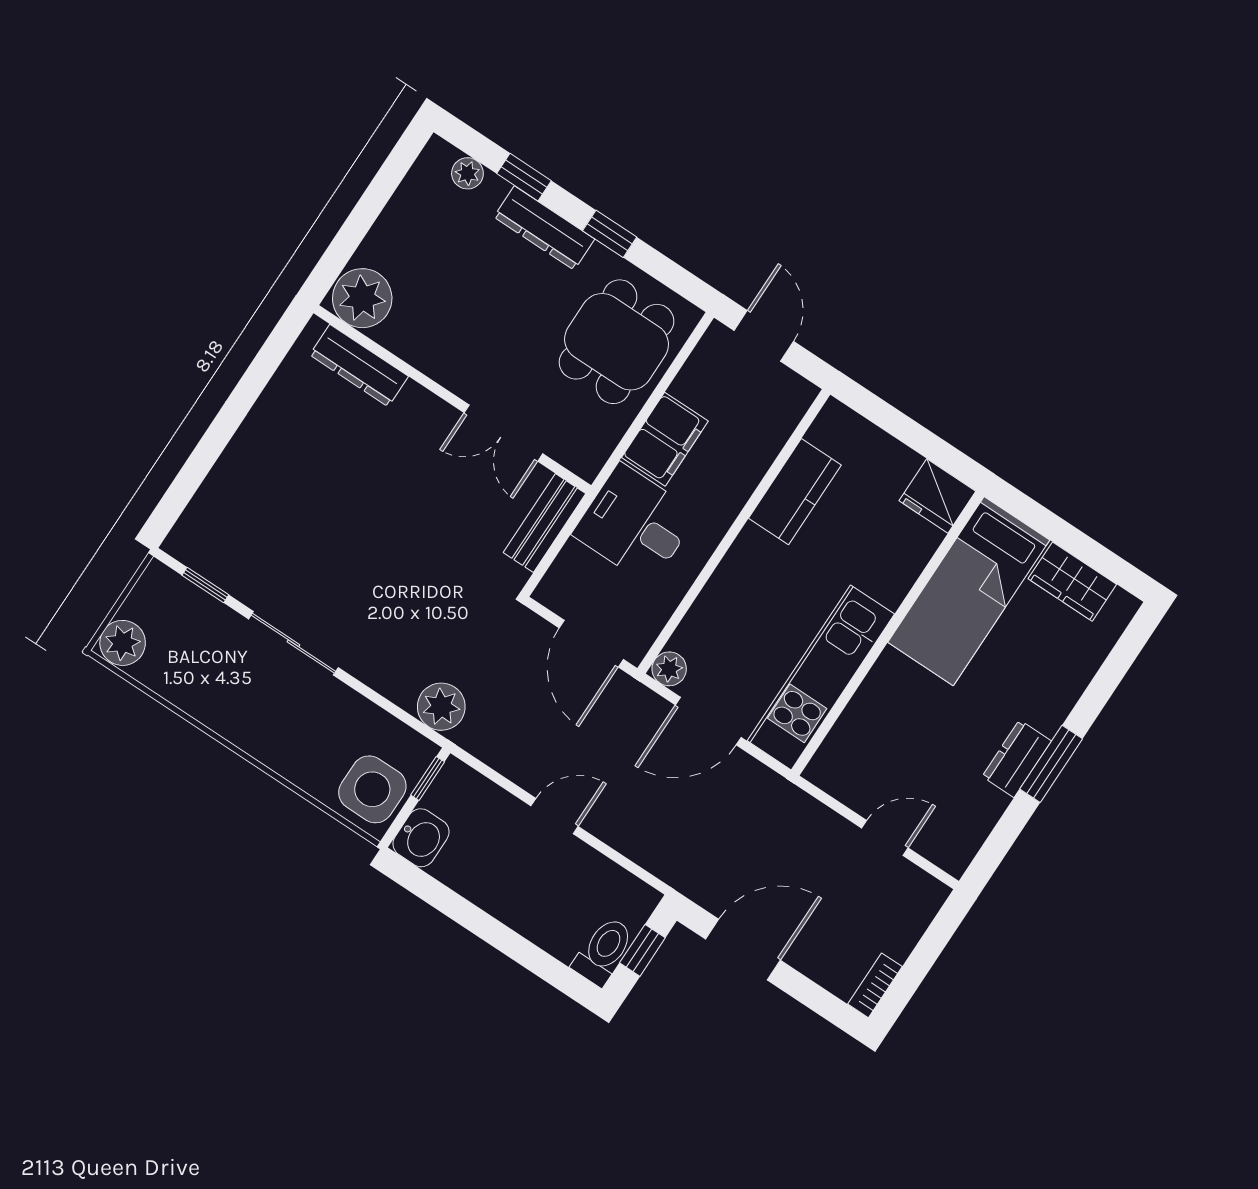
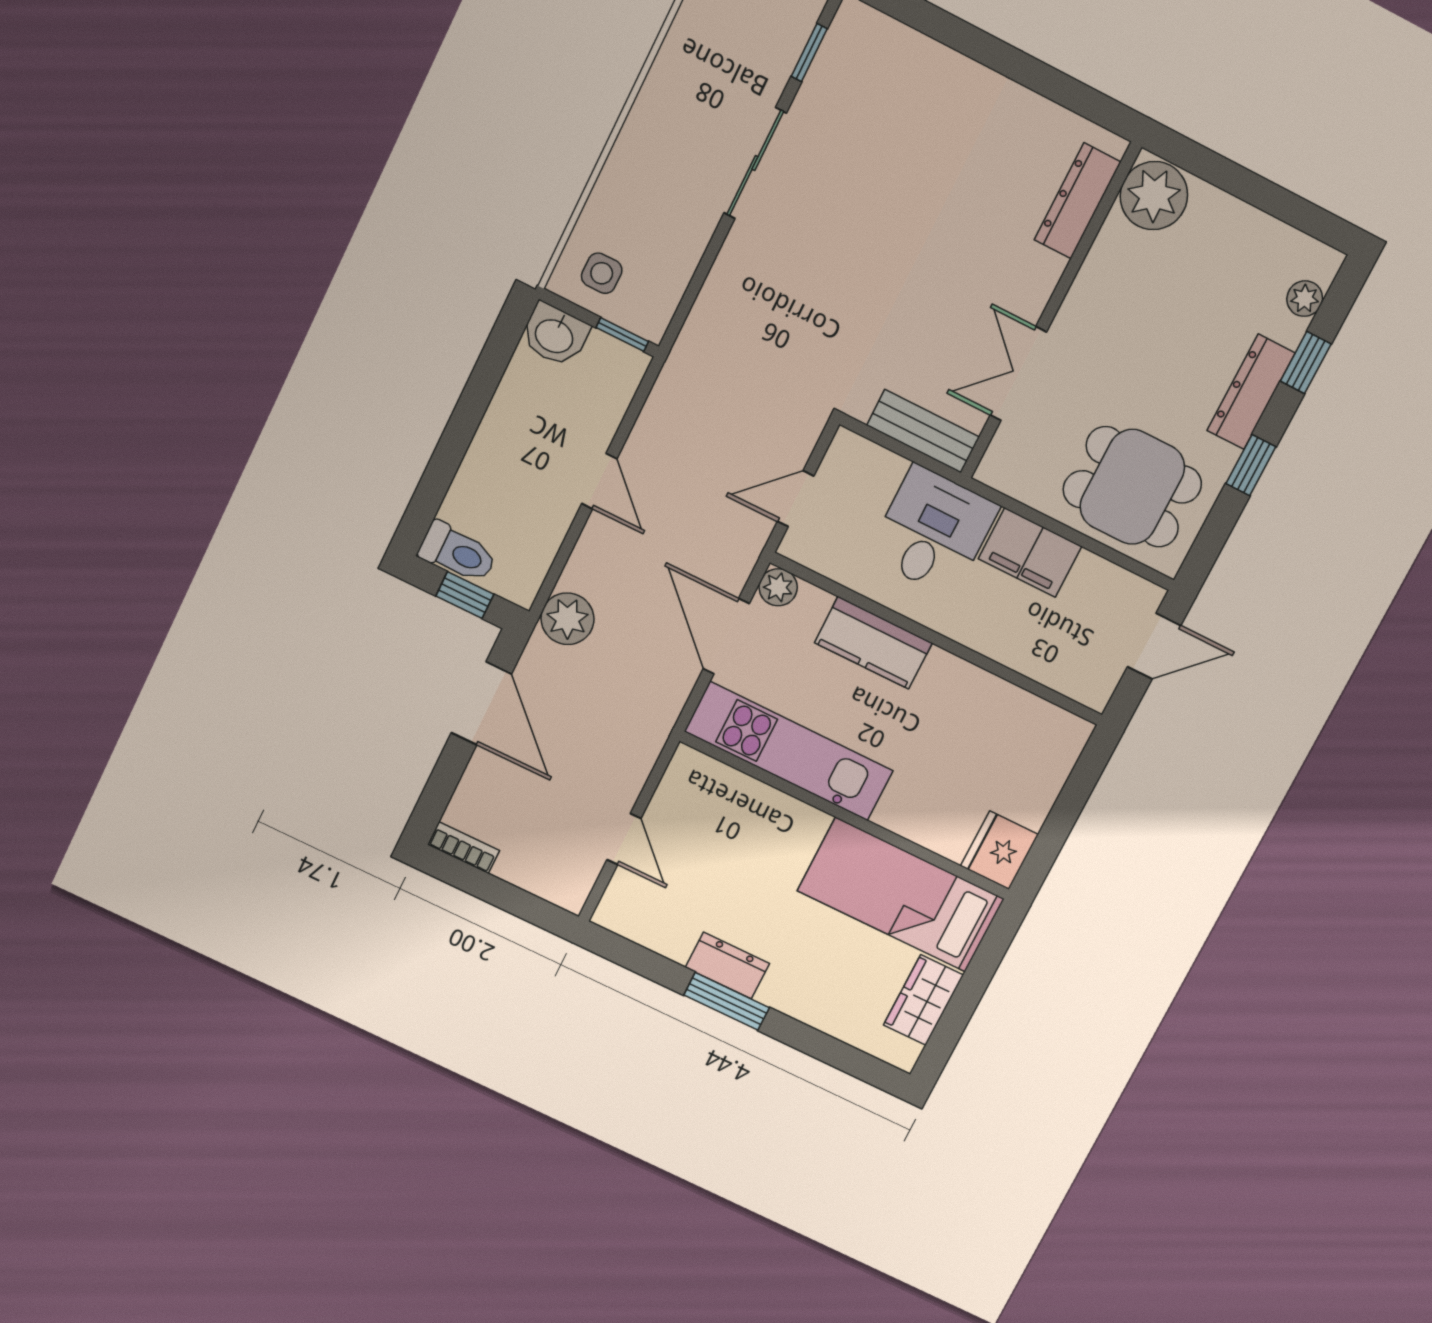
kitchen counter: (795, 492) -> (873, 643), moved
door: (591, 644) -> (796, 499), width x0.73
plant: (441, 707) -> (567, 619), moved
side table: (372, 789) -> (602, 273), width x0.54, depth x0.54

